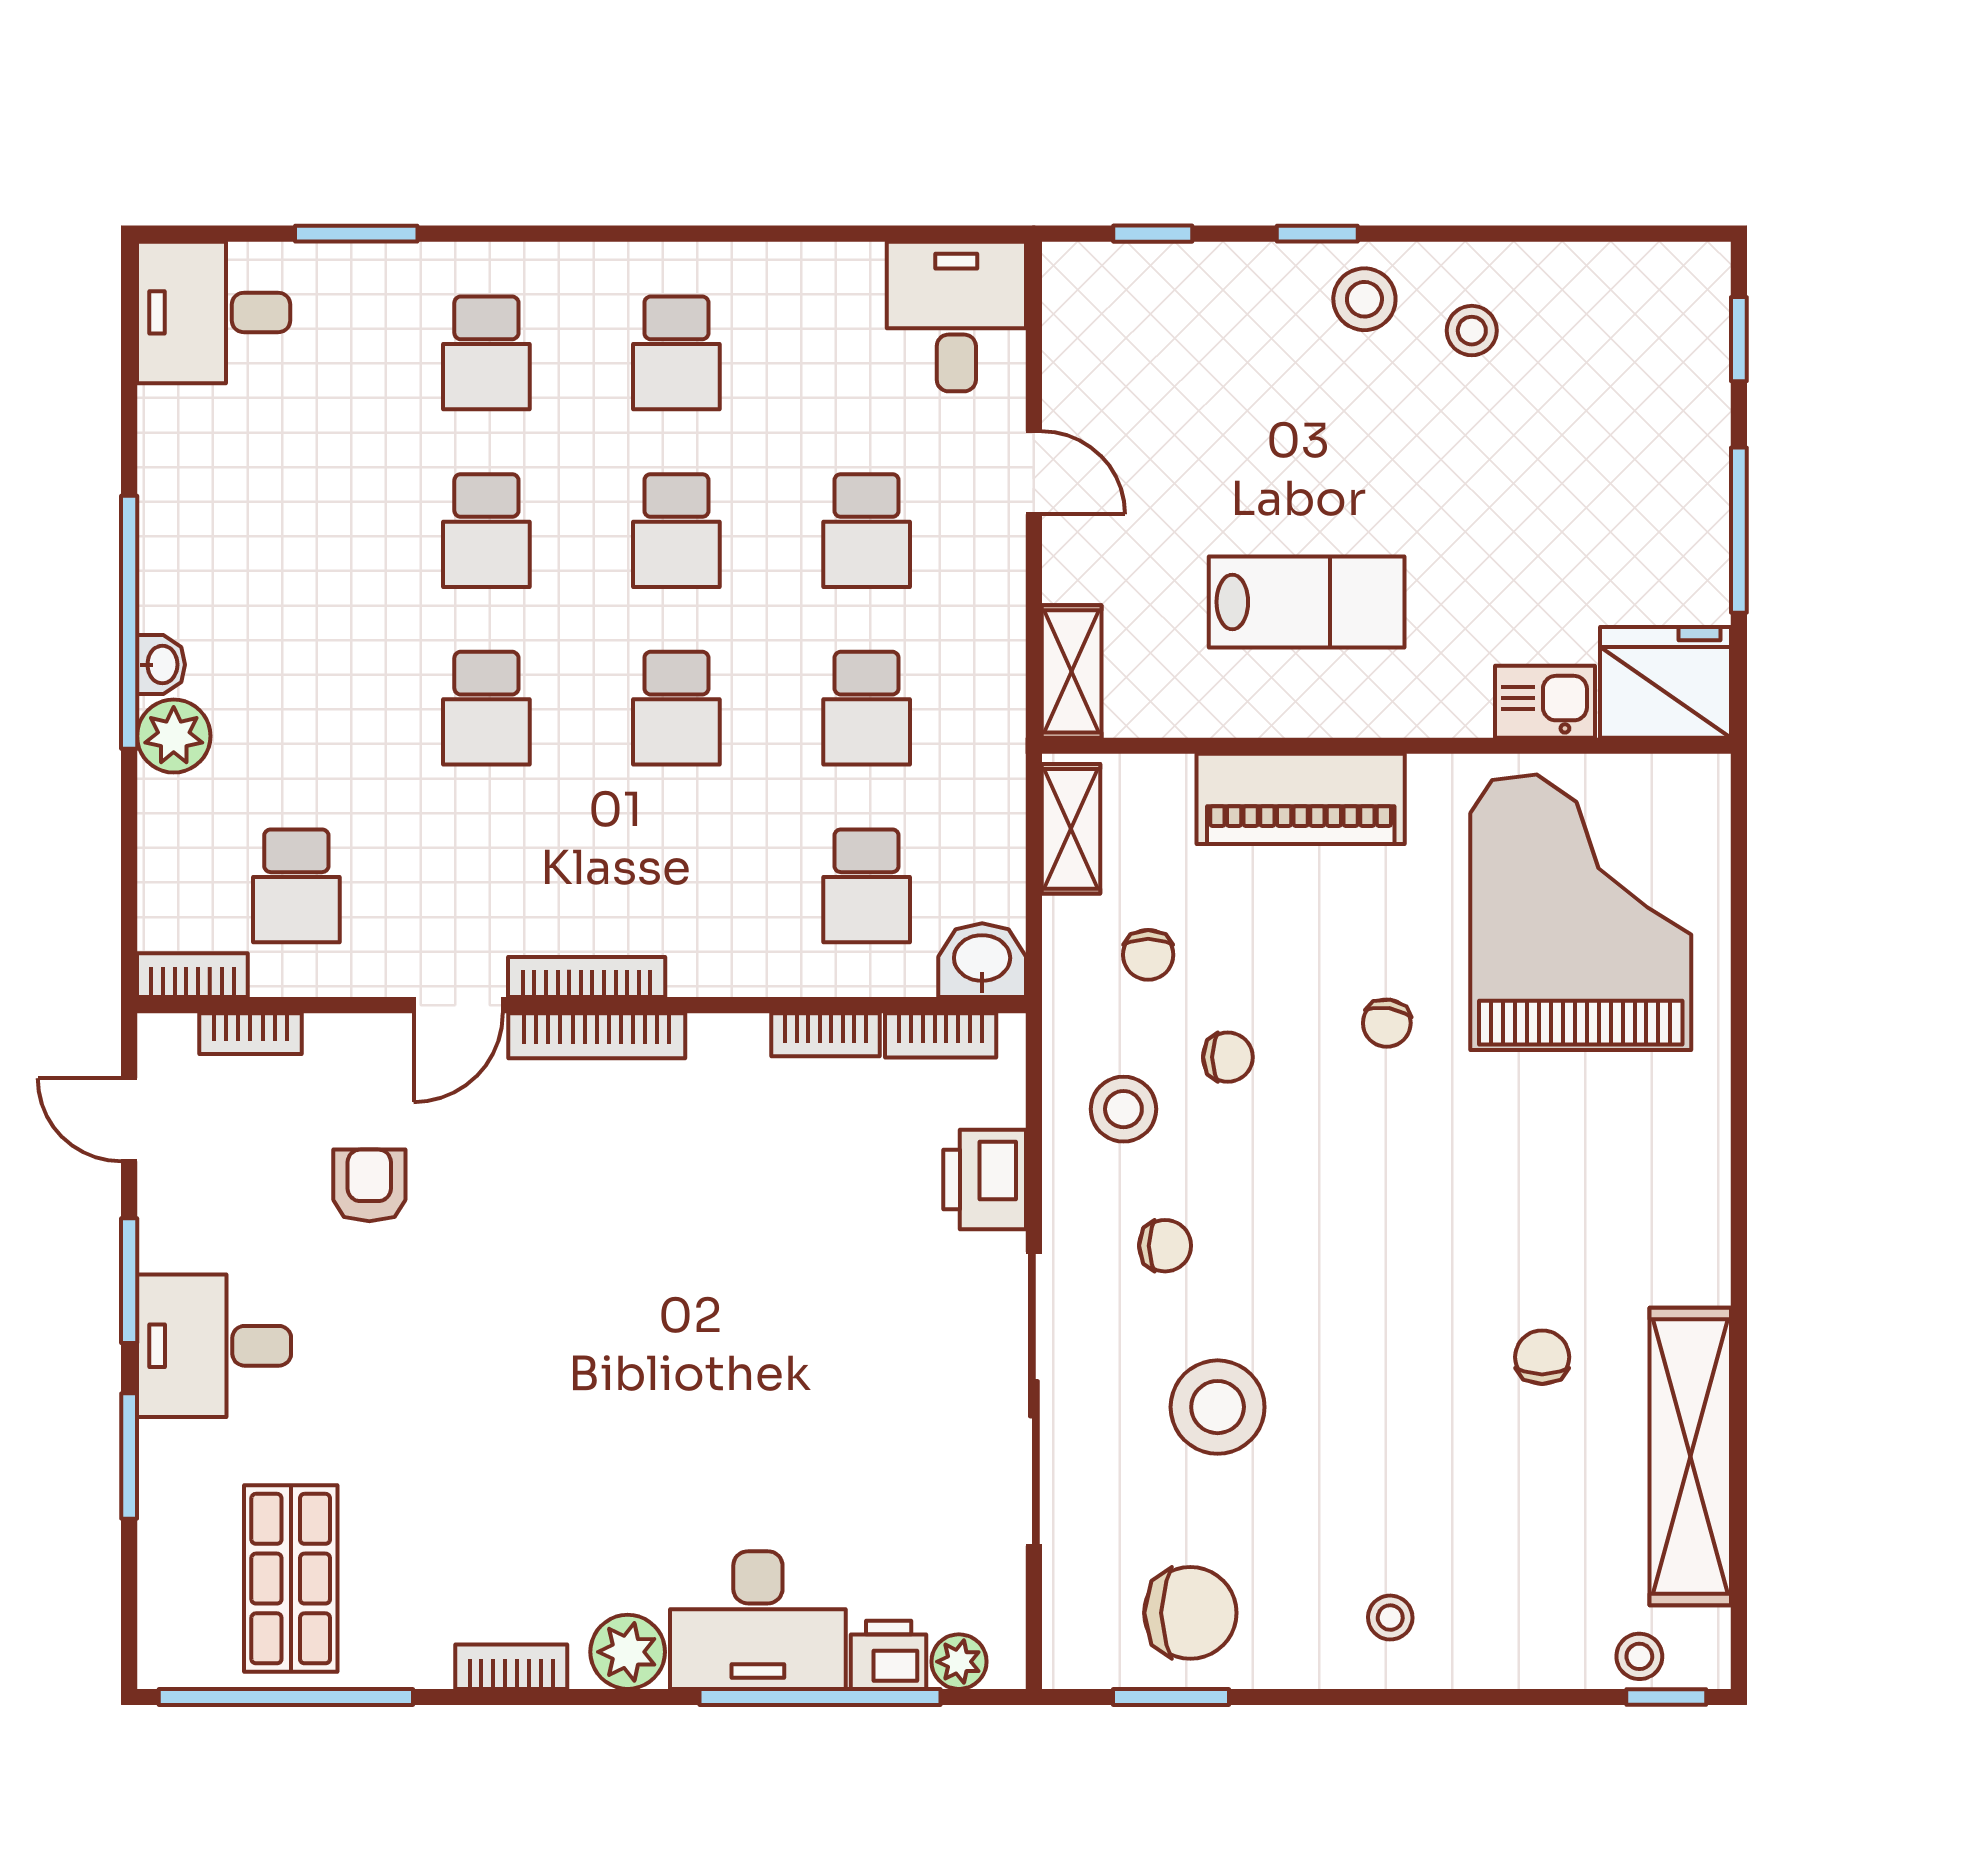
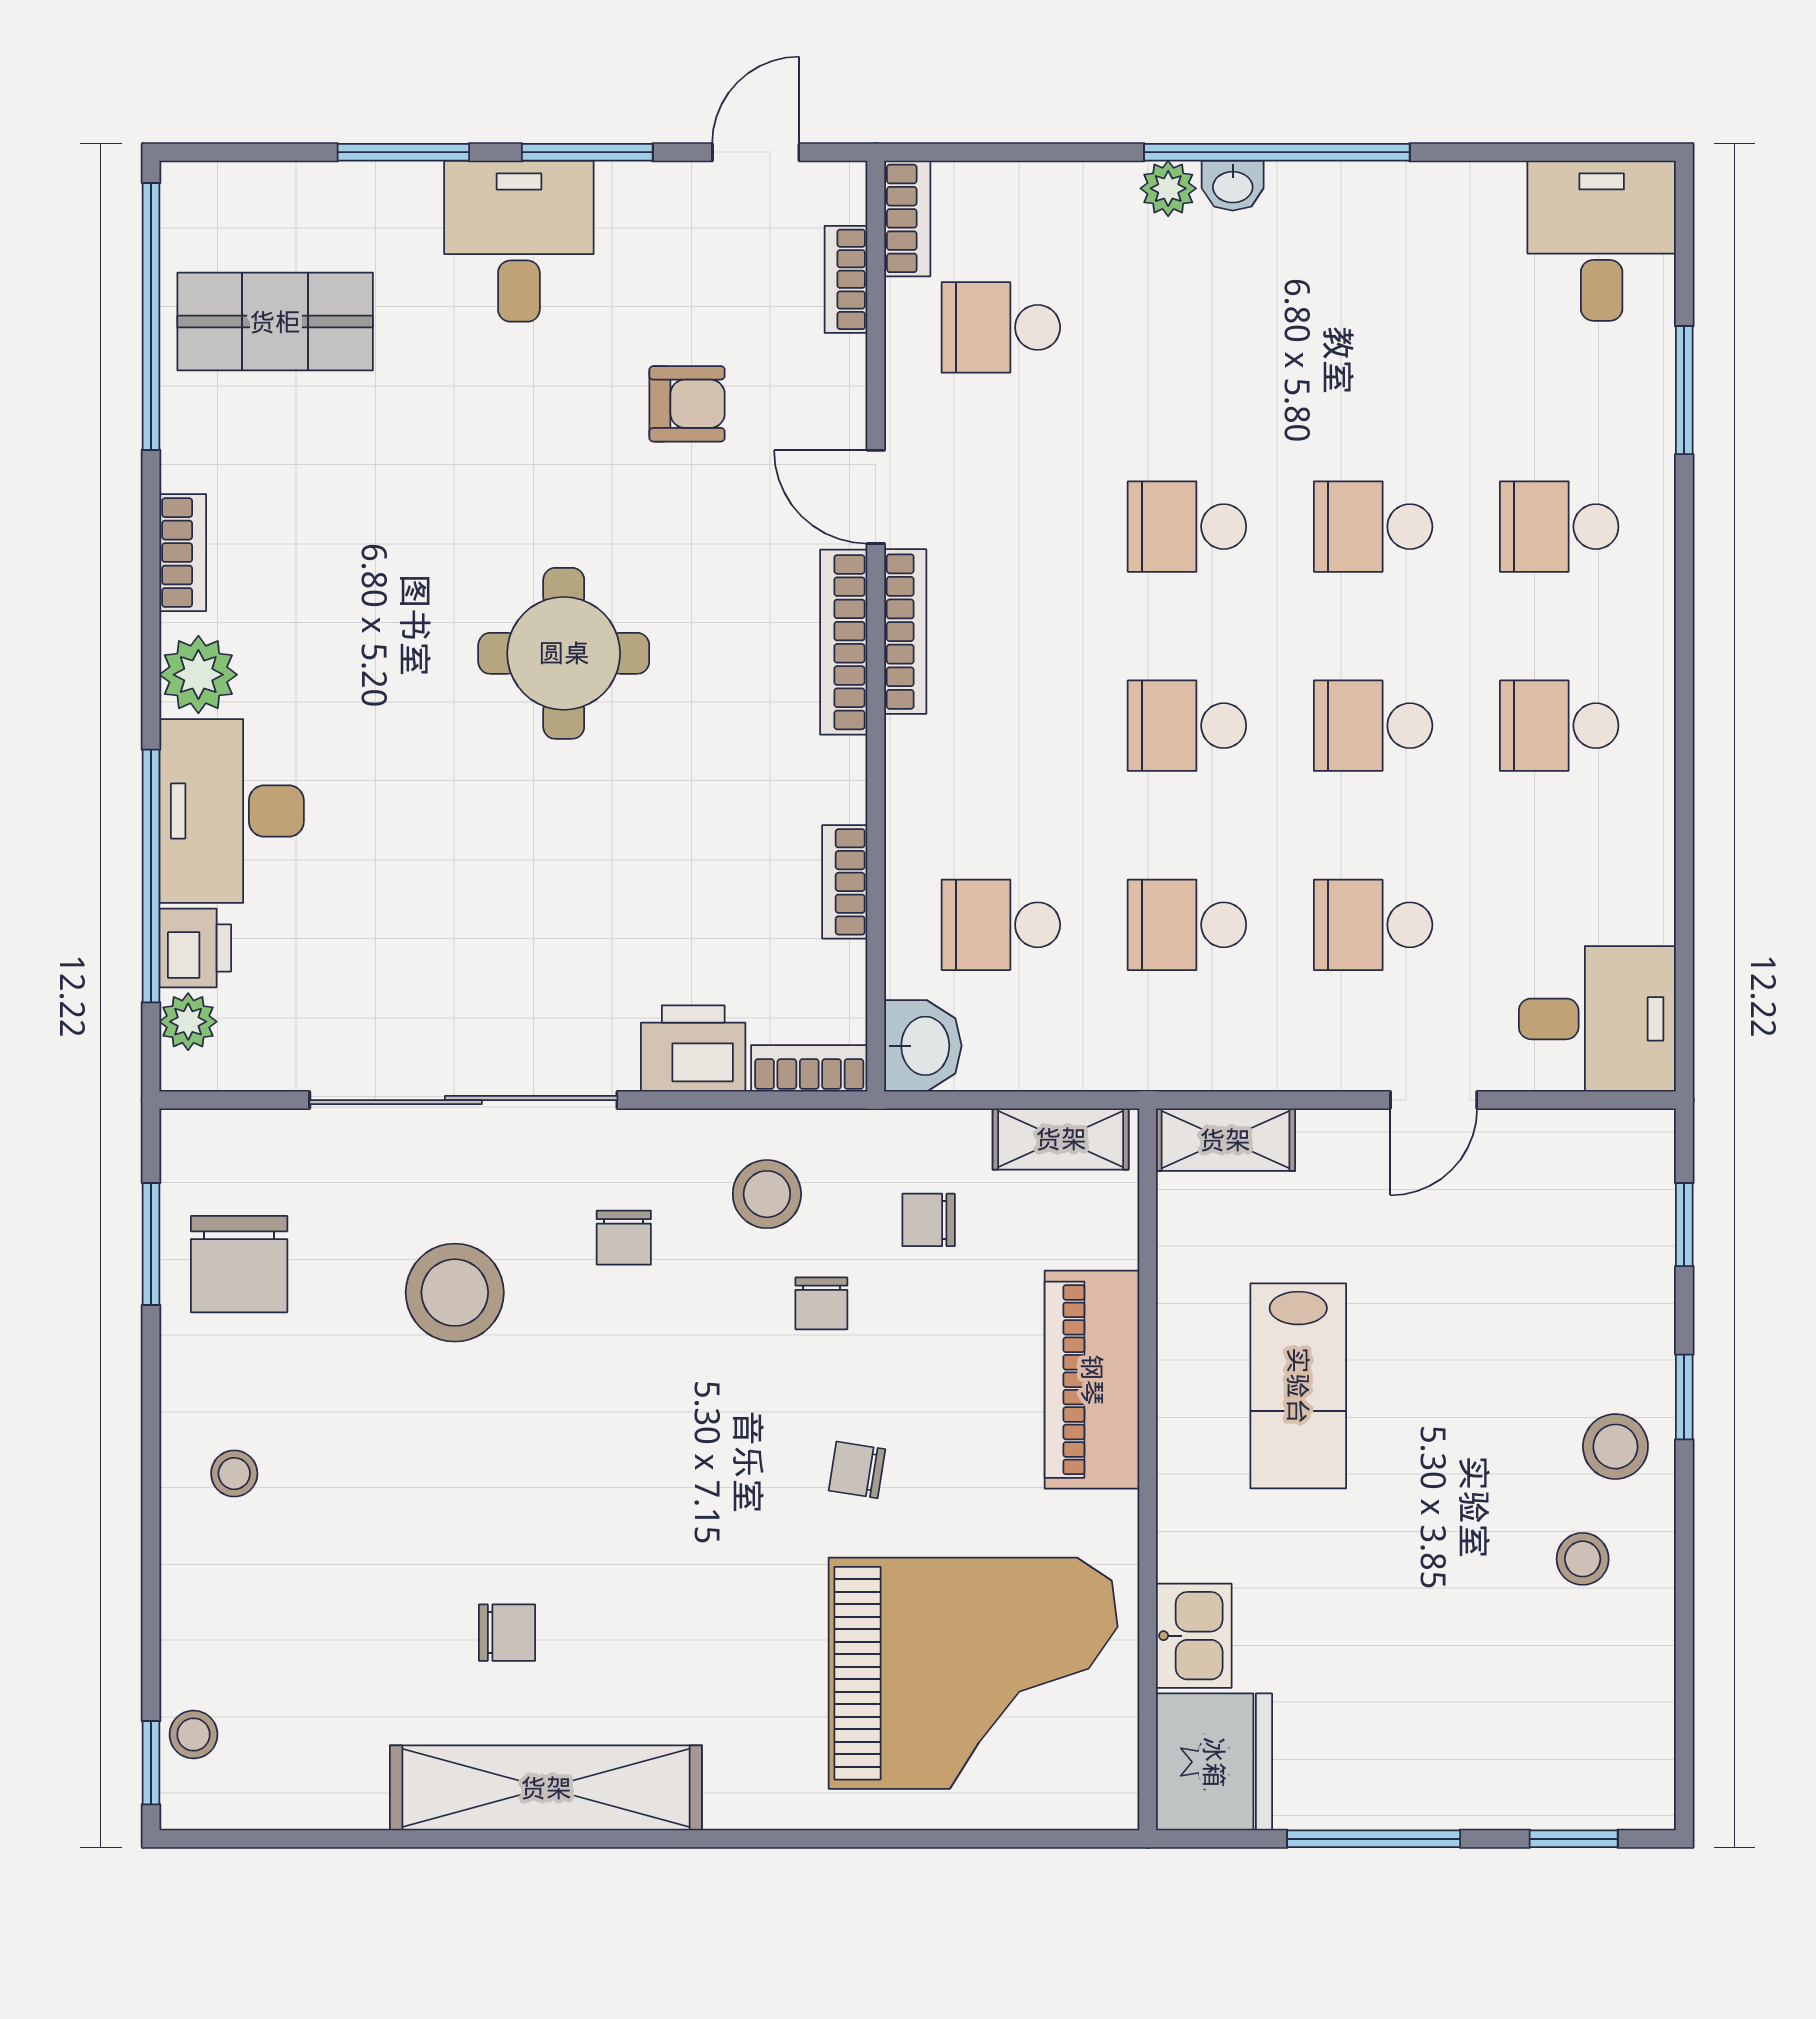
plant: (174, 736) -> (1168, 188), width x0.73, depth x0.73
bookcase: (941, 1035) -> (809, 1068), moved, turned 90
round table: (607, 1303) -> (564, 653), added
shelving: (1690, 1457) -> (546, 1788), moved

